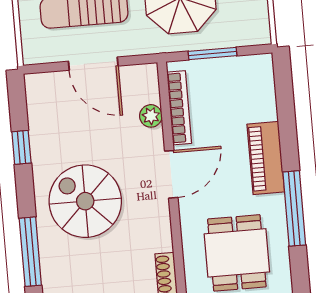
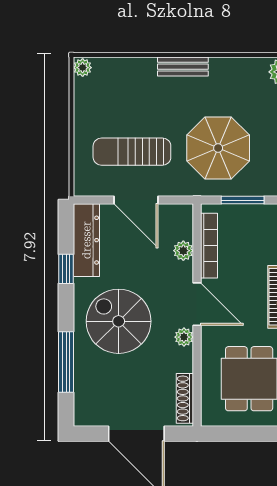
dresser: (41, 113) -> (86, 240), added
door: (171, 174) -> (197, 304), hinge flipped
plant: (160, 213) -> (184, 337), added

